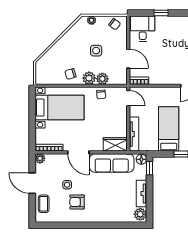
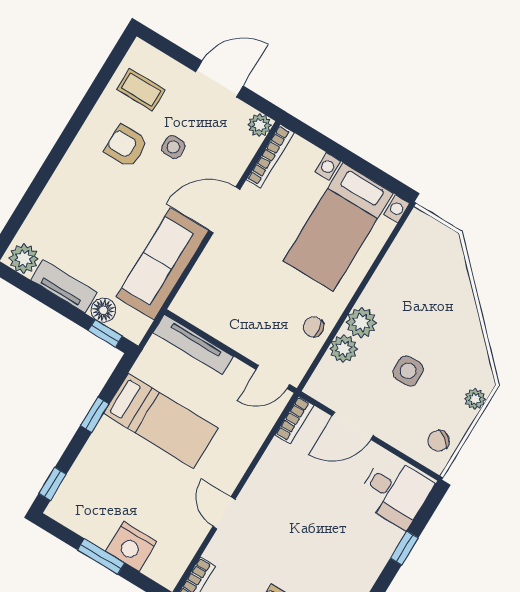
chair: (70, 74) -> (393, 290), removed
wardrobe: (115, 144) -> (195, 294), removed
floor lamp: (141, 159) -> (103, 310), moved
armchair: (77, 202) -> (126, 146), turned -90
coffee table: (44, 204) -> (141, 90), moved

